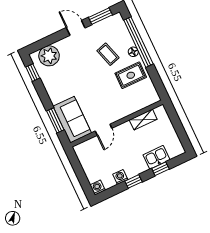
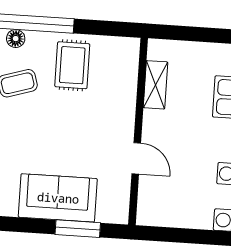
floor lamp: (133, 52) -> (16, 39), moved
sofa: (72, 120) -> (58, 198), moved

